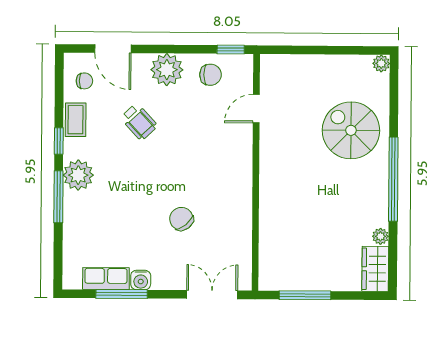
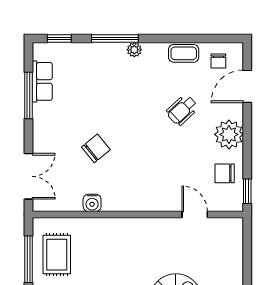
chair: (210, 75) -> (225, 173), turned 90
window: (59, 141) -> (59, 39), moved
plant: (78, 175) -> (134, 50), width x0.53, depth x0.53
rug: (300, 264) -> (57, 255), added
water cooler: (141, 280) -> (92, 203), moved, turned -90

